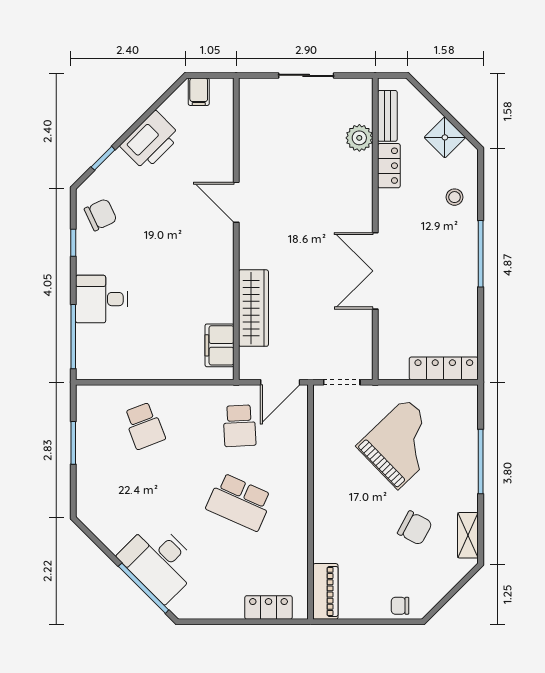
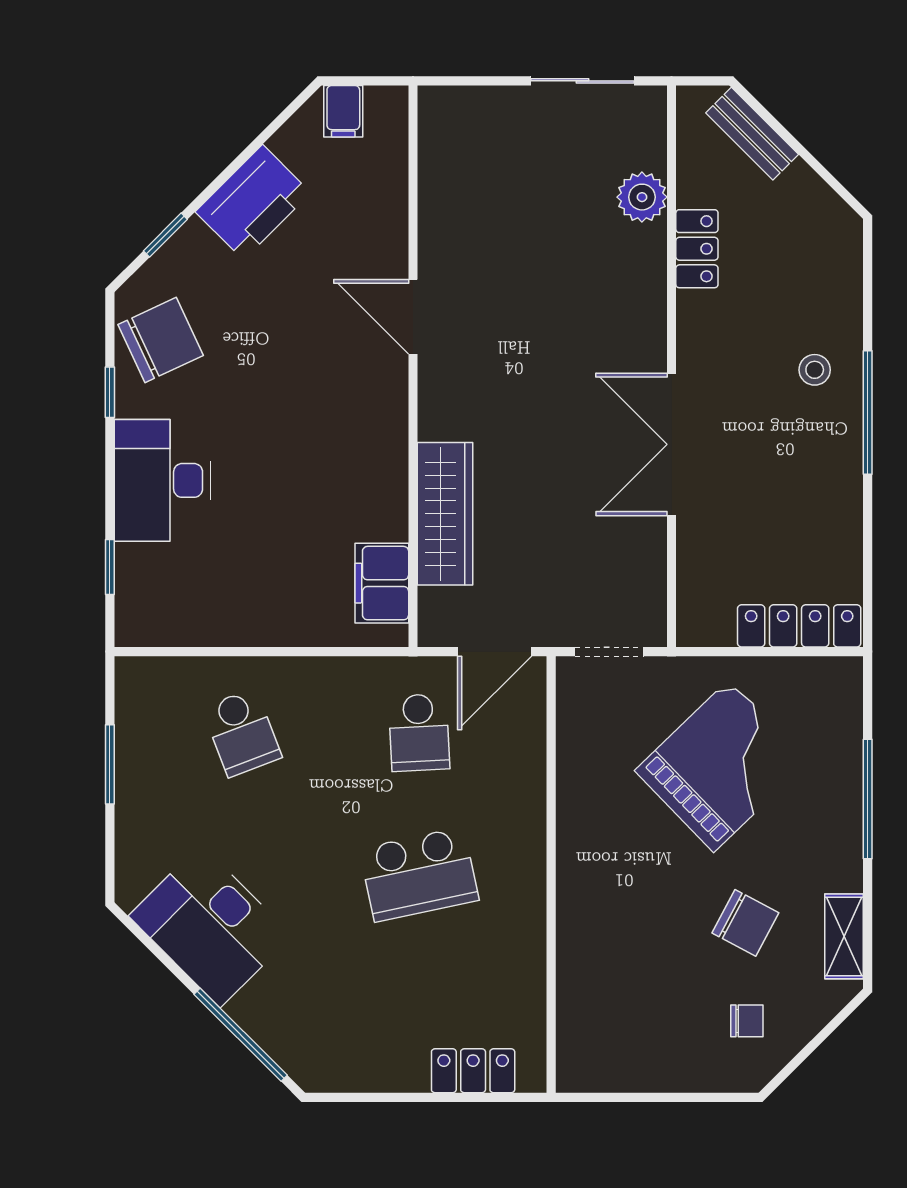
sliding door: (306, 75) -> (583, 81), moved
bench: (387, 116) -> (752, 134), moved, turned -45
shower: (445, 137) -> (801, 196), removed
stool: (455, 197) -> (815, 370), moved
chair: (101, 215) -> (161, 340), width x1.37, depth x1.37
desk: (101, 299) -> (162, 480), width x1.37
window: (73, 337) -> (110, 567), width x0.46
school desk: (239, 502) -> (419, 874), turned -36
desk: (159, 562) -> (210, 926), moved
piano: (325, 591) -> (579, 1041), removed
chair: (400, 606) -> (747, 1021), moved, turned 180

